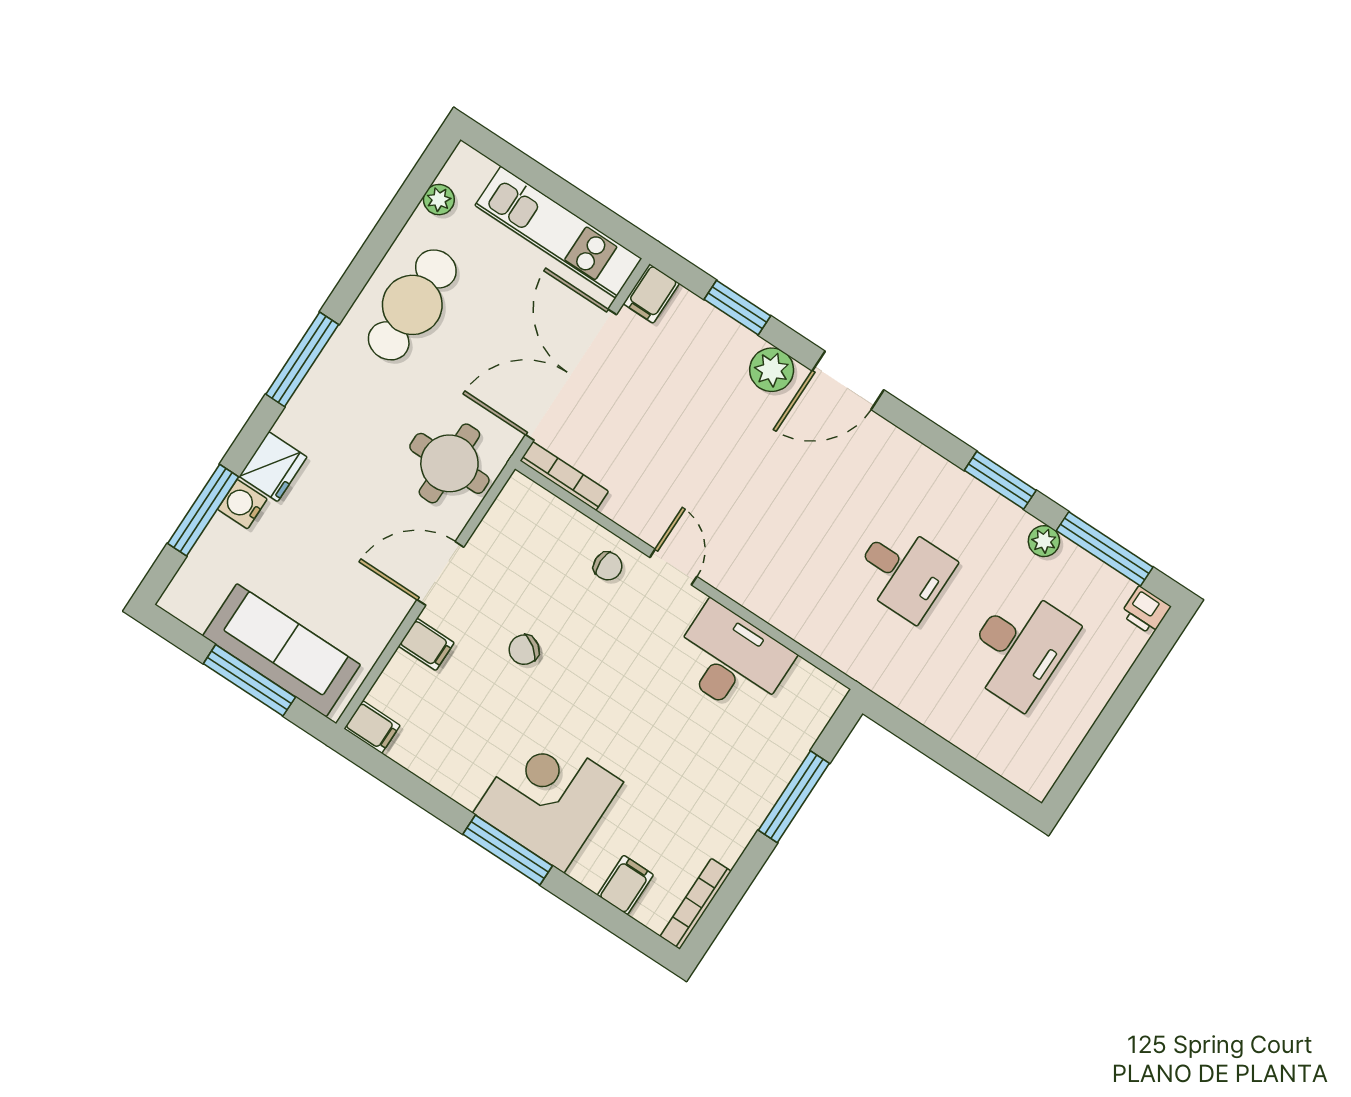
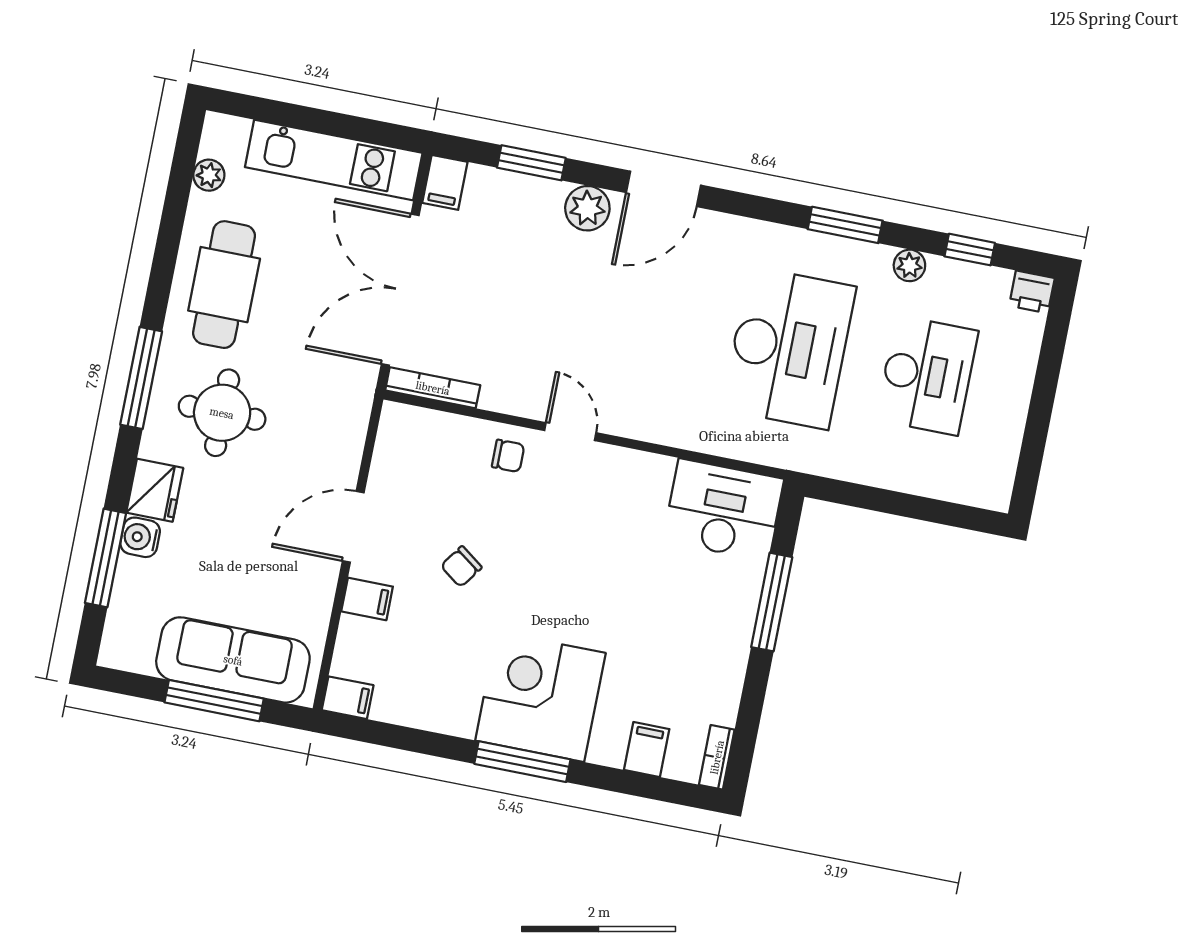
round table: (449, 463) -> (222, 413), moved
window: (1105, 549) -> (970, 250), width x0.46
desk: (904, 572) -> (789, 348), width x1.87, depth x1.30
desk: (731, 660) -> (723, 510), moved
bookcase: (696, 904) -> (717, 757), width x0.64

